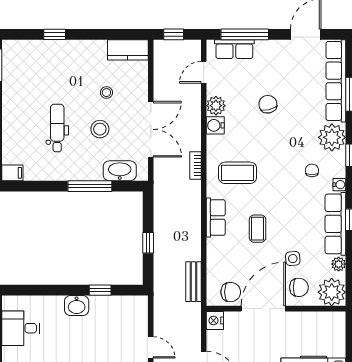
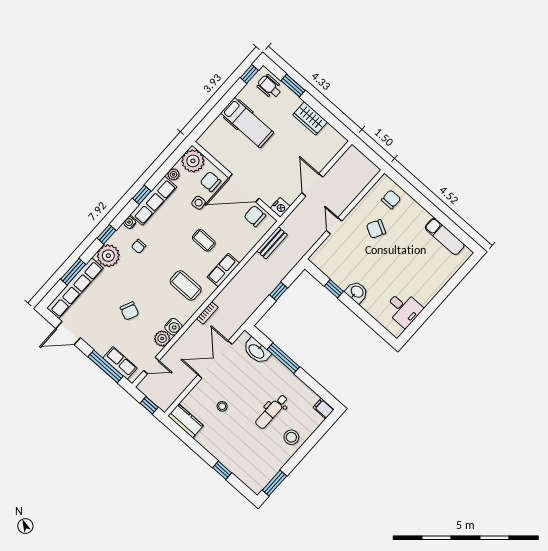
chair: (268, 104) -> (129, 311), turned -52
stool: (100, 129) -> (291, 437), moved
coffee table: (258, 229) -> (204, 240), turned 90

